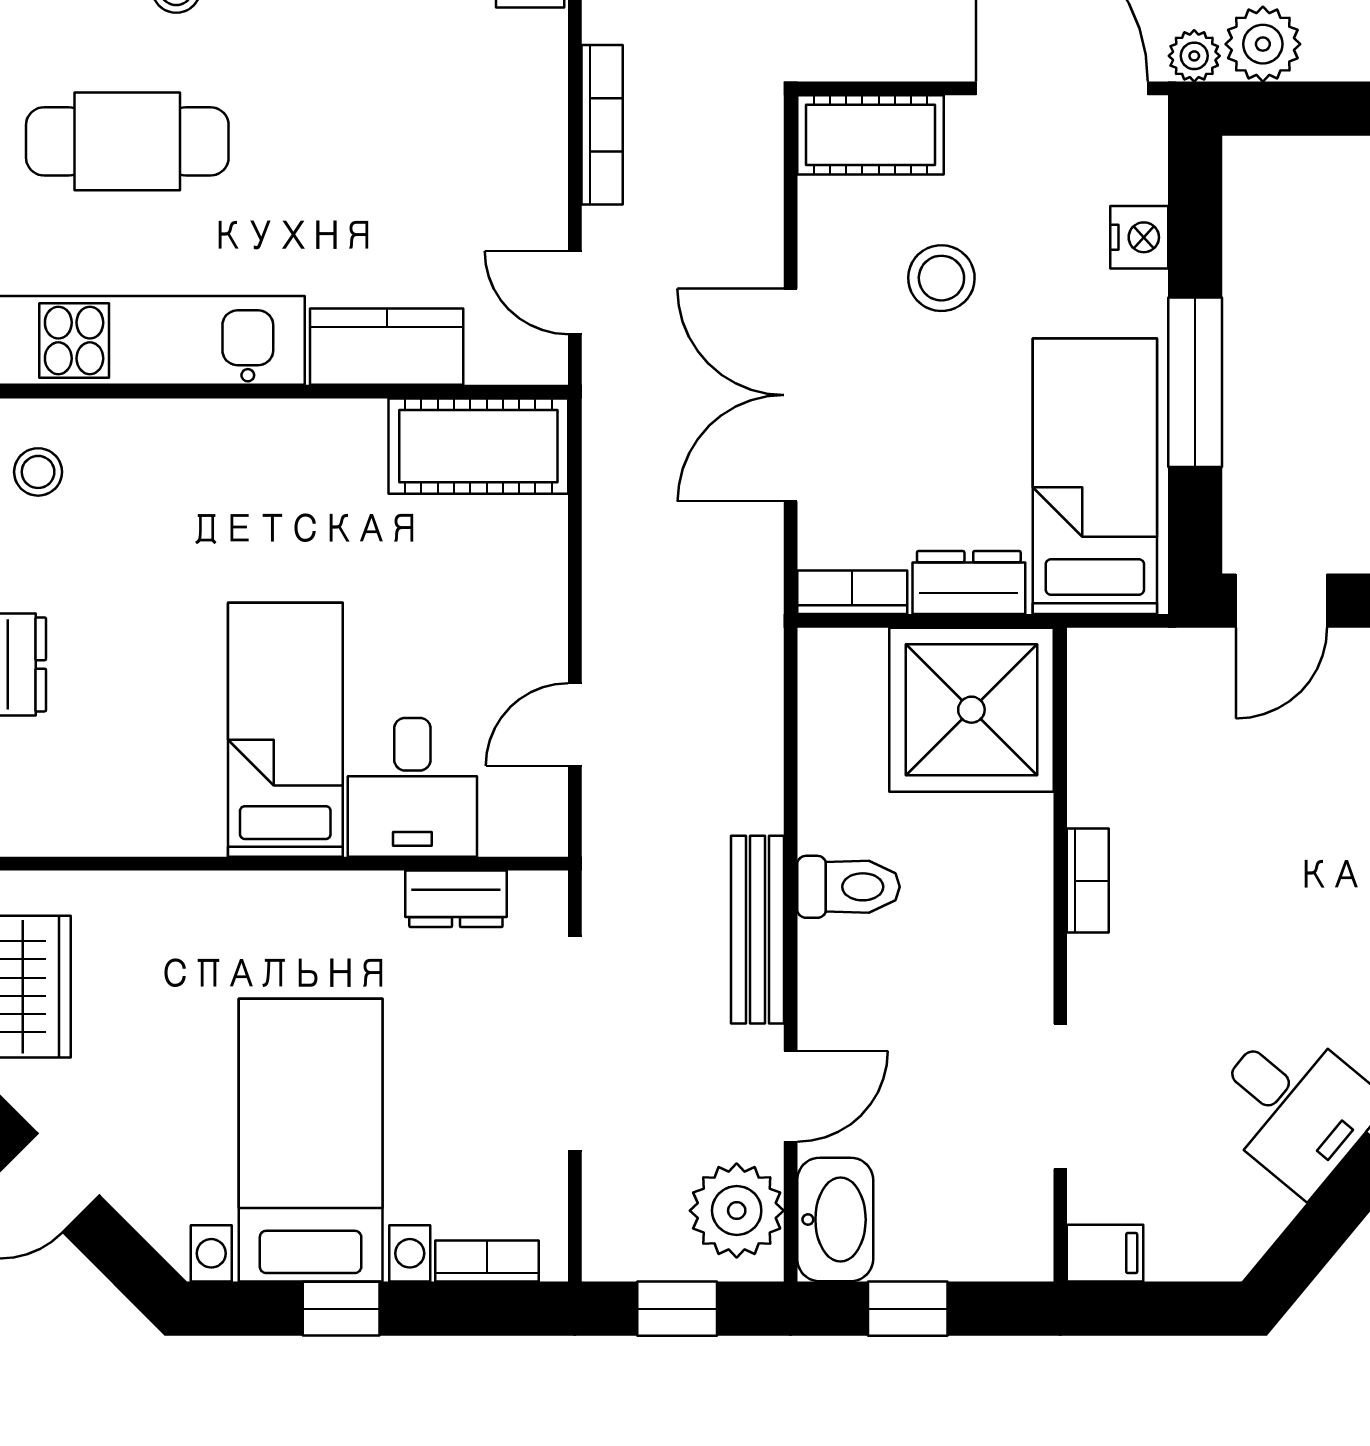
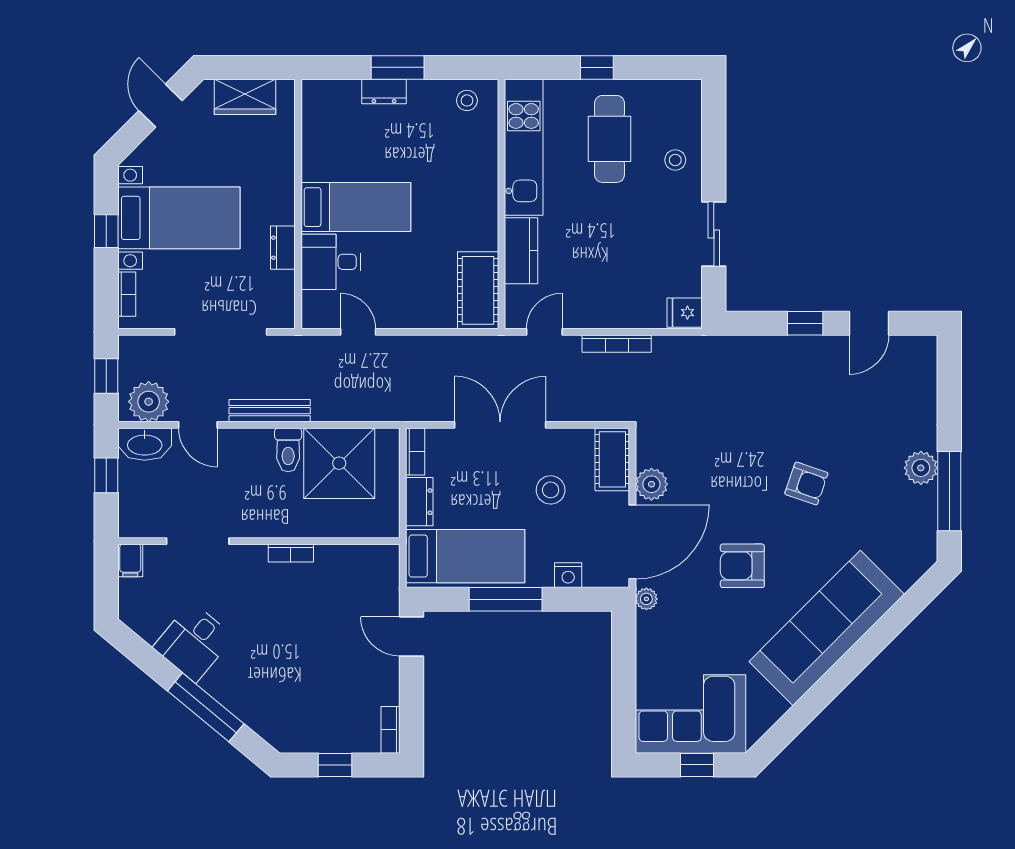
plant: (1263, 44) -> (651, 484), moved
shower: (971, 710) -> (339, 463), moved
dresser: (456, 899) -> (283, 248), moved

